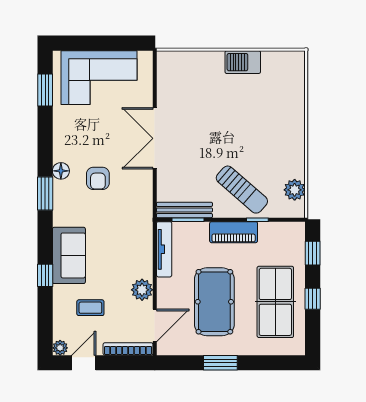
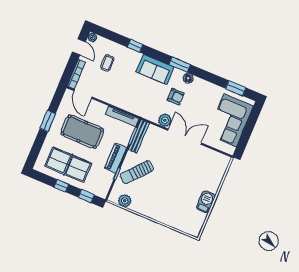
armchair: (98, 178) -> (176, 97), turned 180
sofa: (69, 255) -> (155, 69), moved
plant: (142, 290) -> (165, 120), moved

